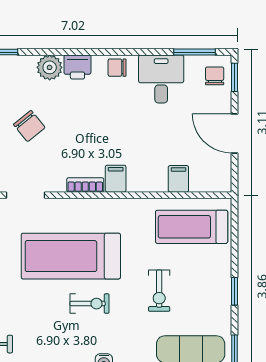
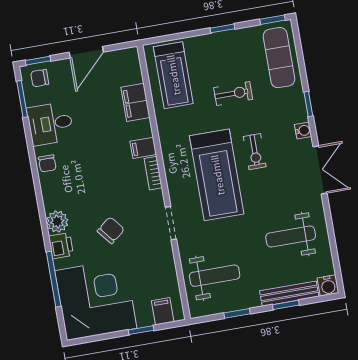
printer: (77, 67) -> (61, 246), moved
filing cabinet: (178, 179) -> (135, 102), width x2.00
exercise bike: (90, 304) -> (255, 152), turned 180

